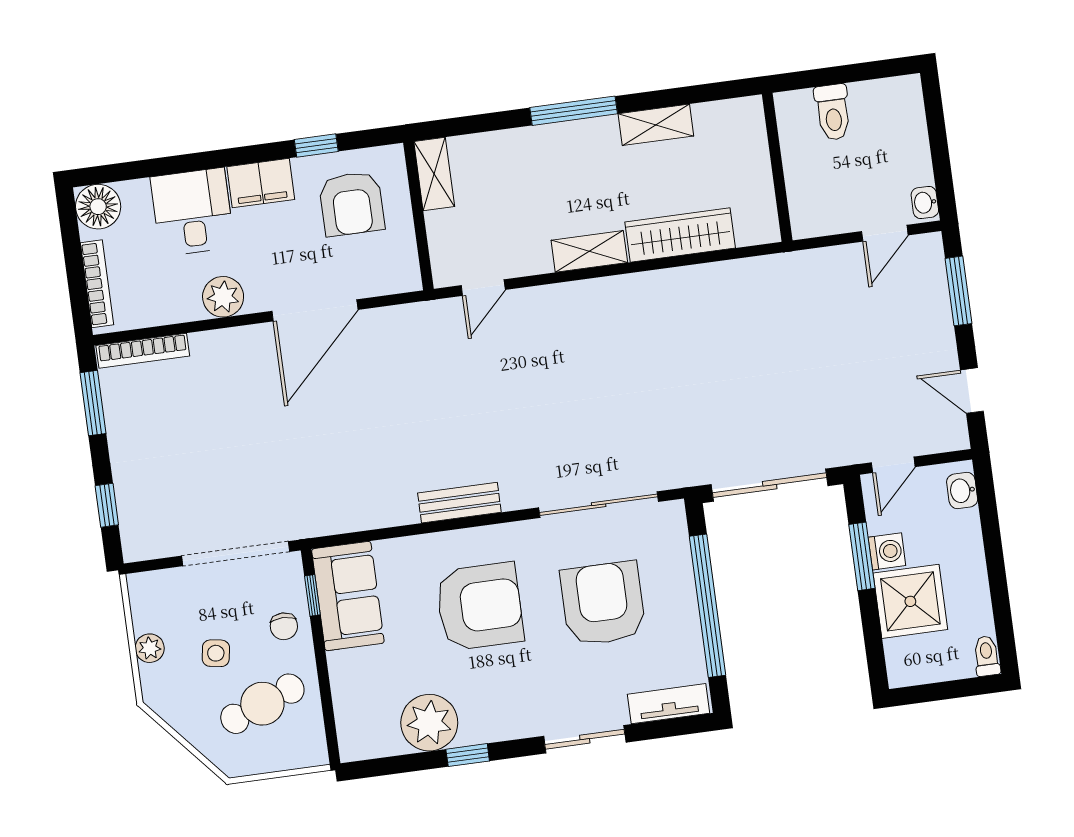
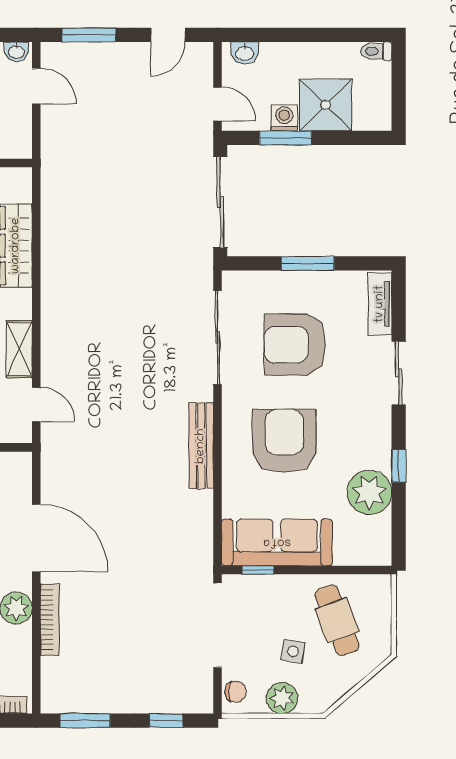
shelving: (589, 251) -> (19, 349), moved
bookcase: (143, 351) -> (50, 620), moved
bench: (459, 503) -> (201, 446), width x1.36
sofa: (348, 596) -> (277, 542), width x1.36
window: (707, 606) -> (308, 263), width x0.47
chair: (284, 626) -> (236, 692), moved
plant: (150, 648) -> (282, 698), width x1.38, depth x1.38

